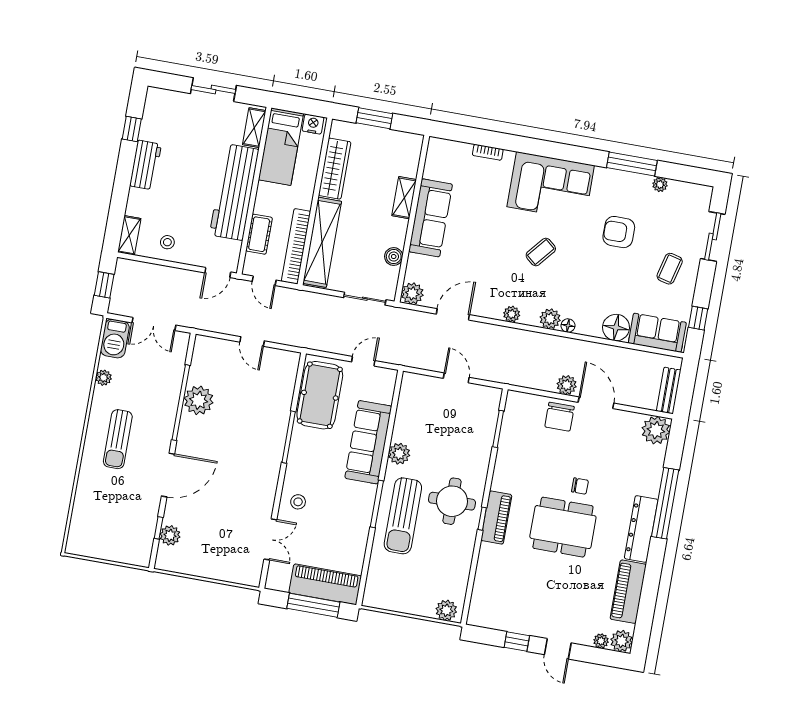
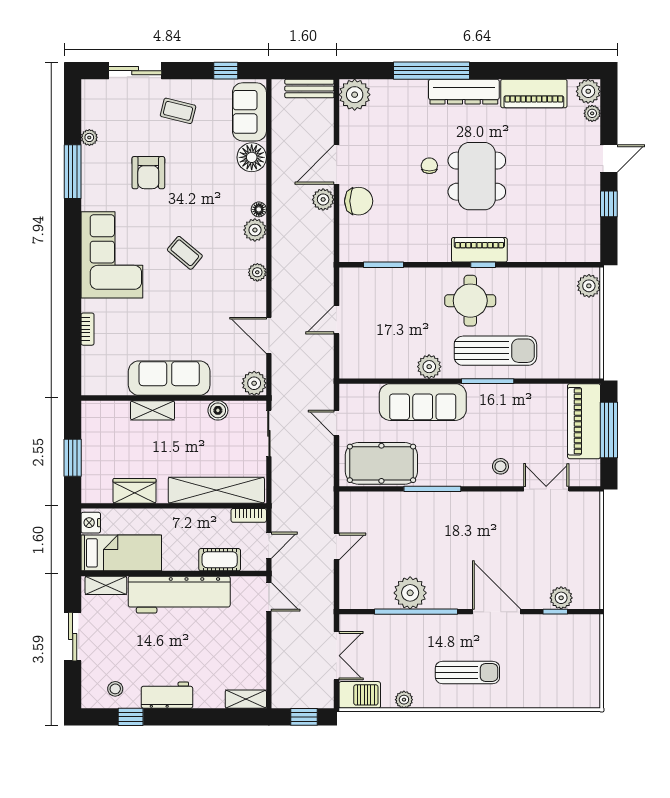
wardrobe: (335, 169) -> (135, 491), width x0.67
stool: (167, 242) -> (115, 689), moved
bookcase: (296, 246) -> (249, 515), width x0.43, depth x0.76

